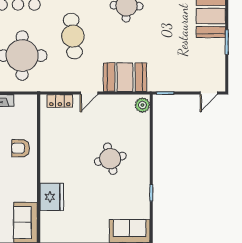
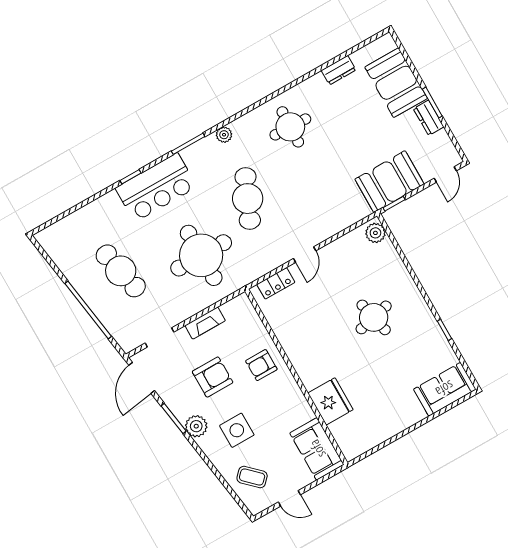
cafe table: (73, 36) -> (248, 199), turned 30
dresser: (219, 50) -> (429, 118), added
booth: (125, 77) -> (389, 182), moved

